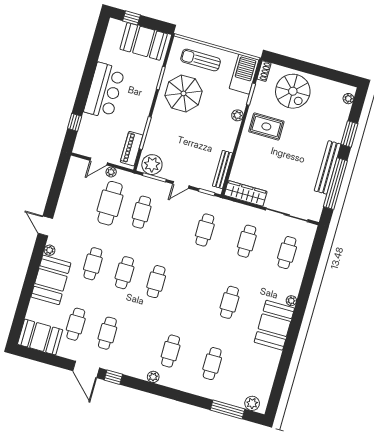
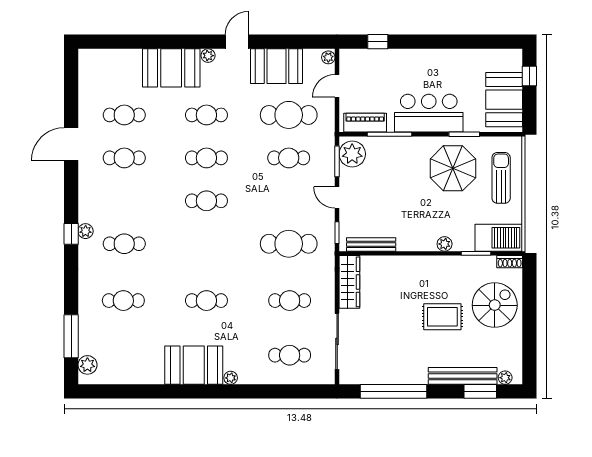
bar counter: (104, 91) -> (429, 113), moved, turned 180
spiral stairs: (293, 91) -> (495, 305), turned 180
rug: (266, 126) -> (442, 317), moved, turned 90
window: (349, 134) -> (480, 391), moved
door: (99, 162) -> (337, 86), hinge flipped
bench: (328, 167) -> (463, 376), moved
plant: (111, 172) -> (328, 57), moved
cafe table: (205, 230) -> (289, 244), width x1.37, depth x1.35
booth: (40, 337) -> (276, 66), moved, turned 90
window: (113, 377) -> (71, 234), moved

